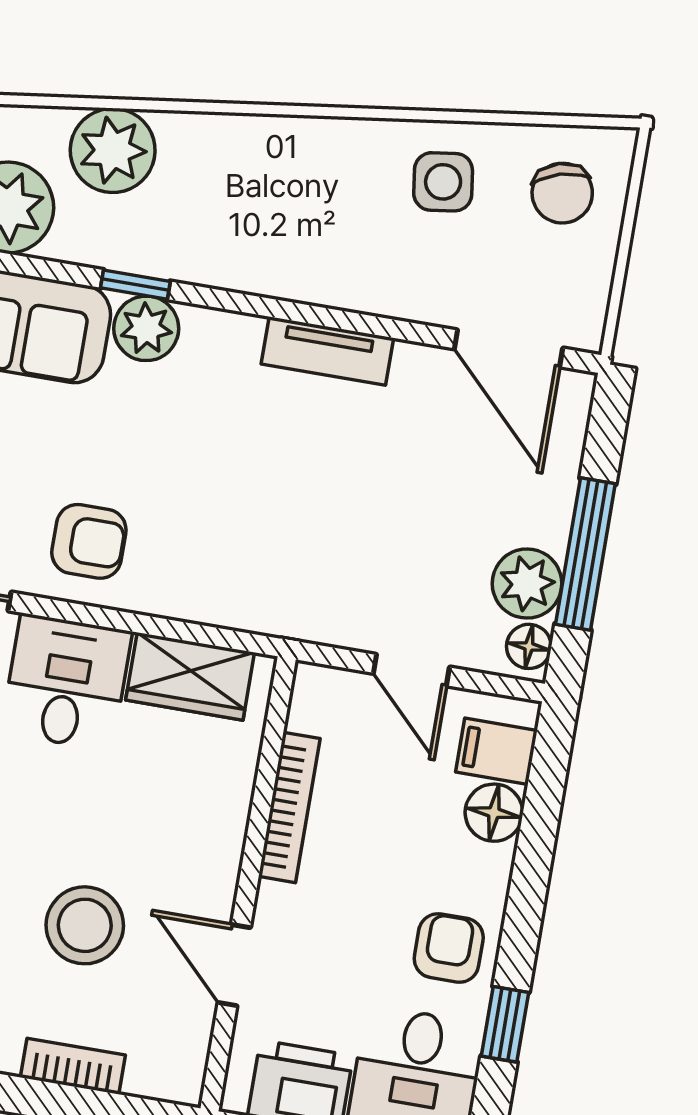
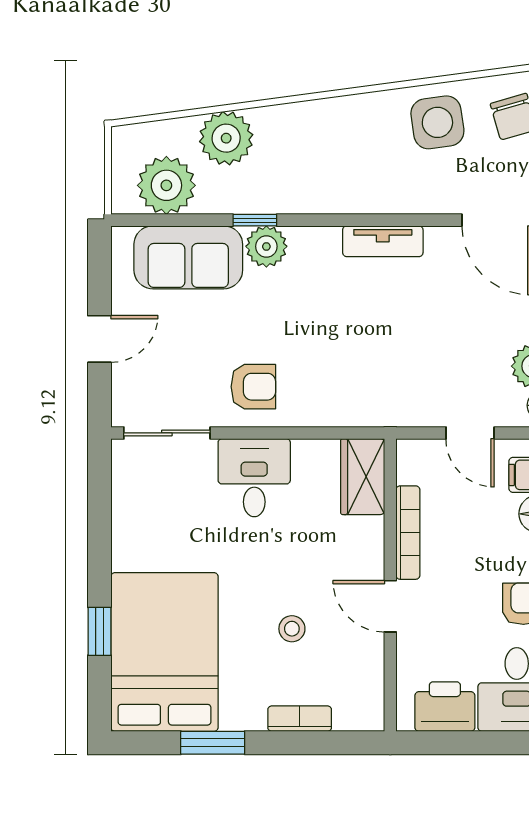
side table: (443, 182) -> (437, 122), width x1.37, depth x1.37
wardrobe: (190, 676) -> (363, 477), moved, turned 90
stool: (85, 925) -> (292, 629), width x0.53, depth x0.53
door: (234, 965) -> (390, 606), moved

